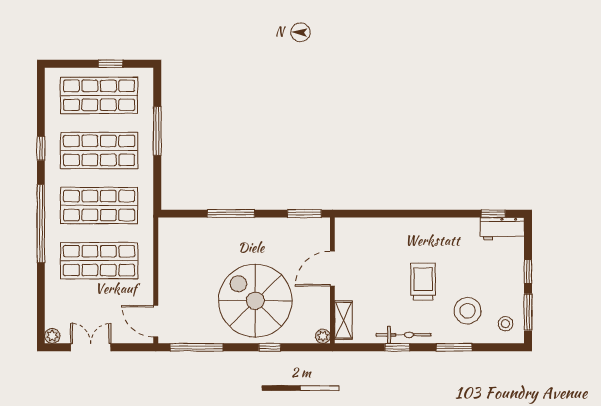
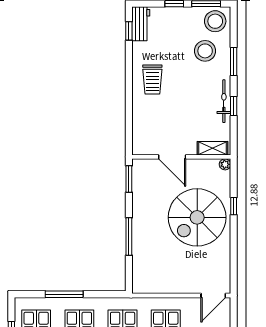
trolley: (423, 282) -> (152, 80), moved, turned -90
stool: (505, 324) -> (215, 21), width x1.89, depth x1.89
window: (197, 347) -> (234, 263), removed

